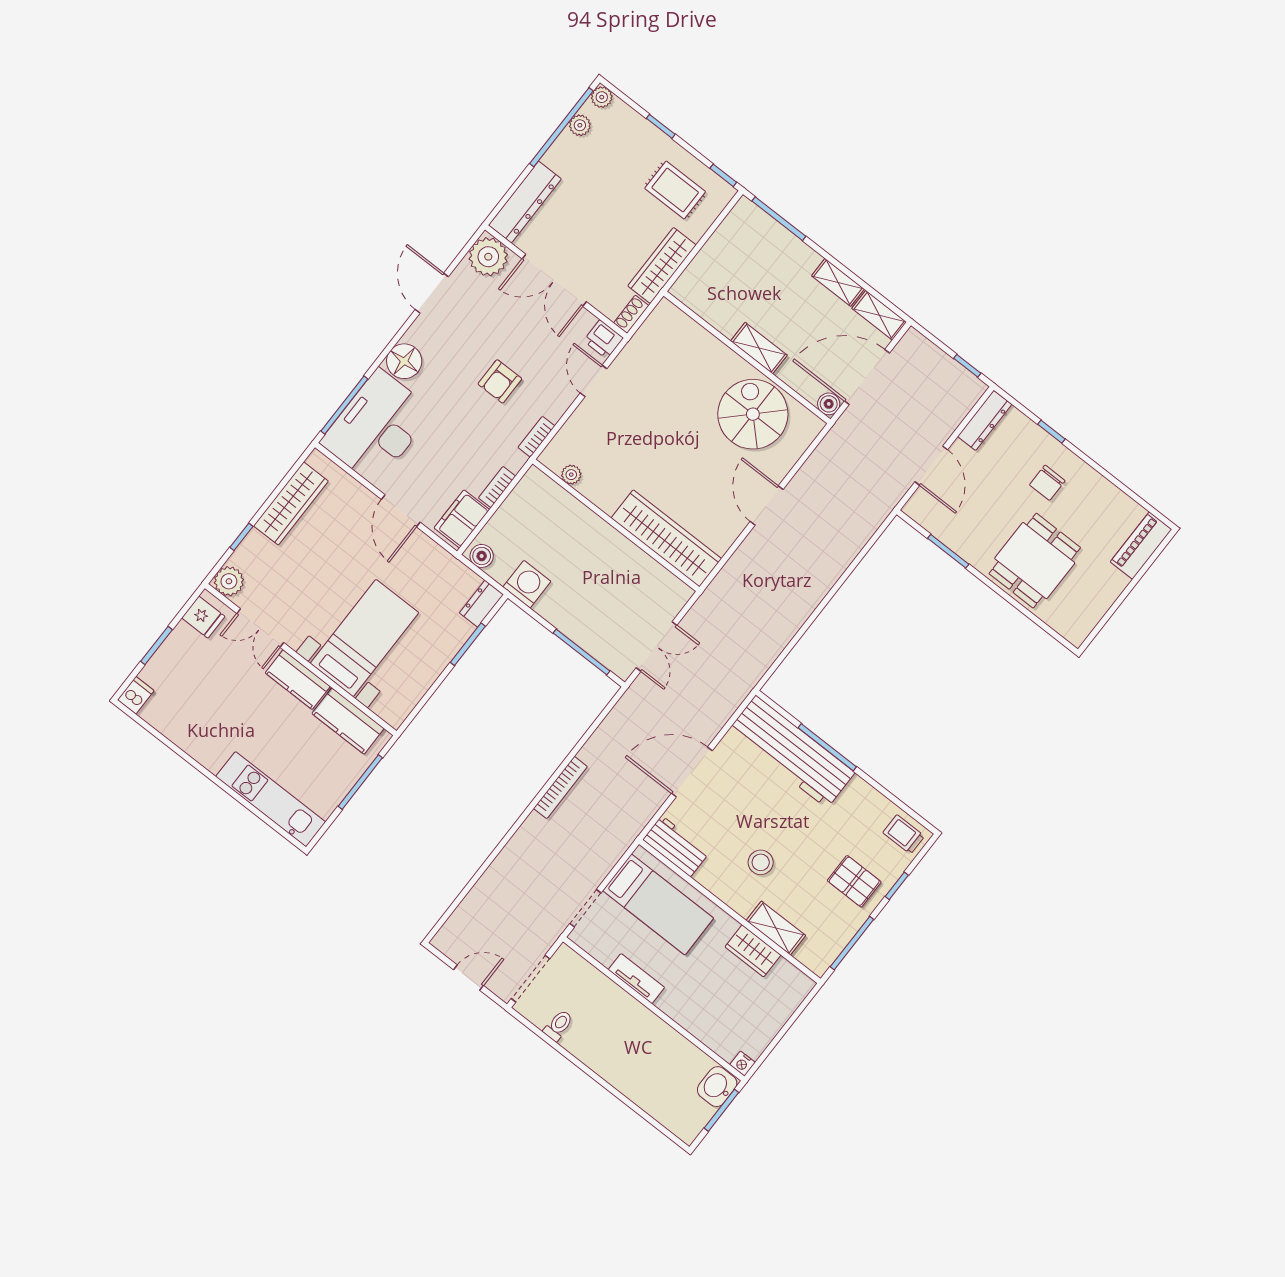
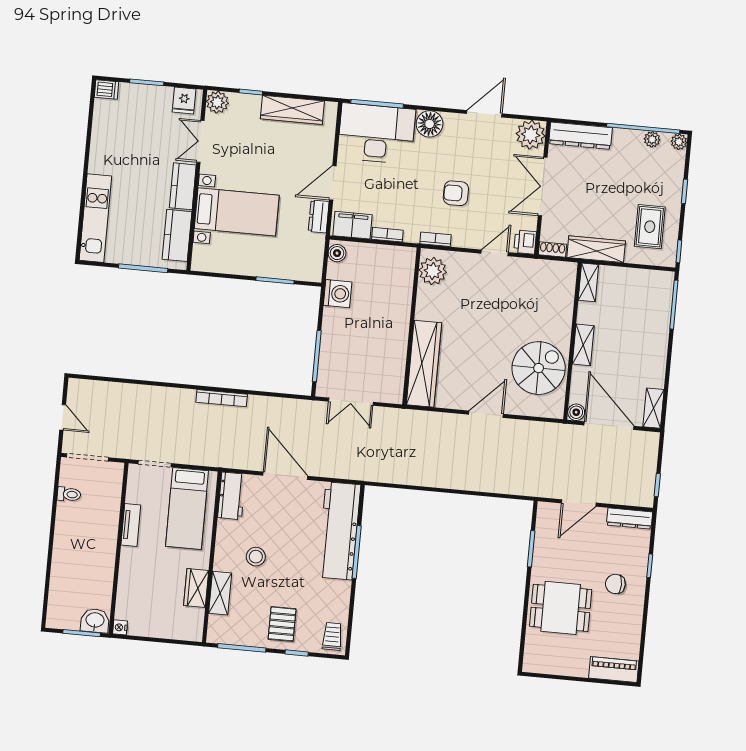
shelving: (838, 282) -> (588, 282), moved
plant: (571, 475) -> (433, 271), width x1.88, depth x1.88
dresser: (481, 604) -> (319, 216), moved, turned -90

